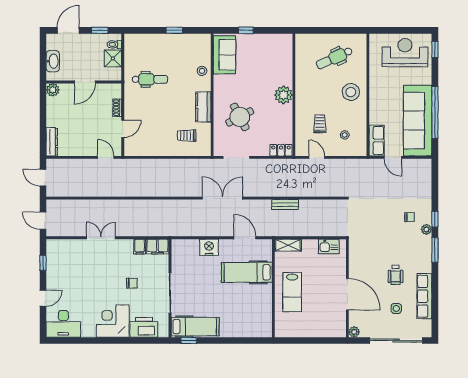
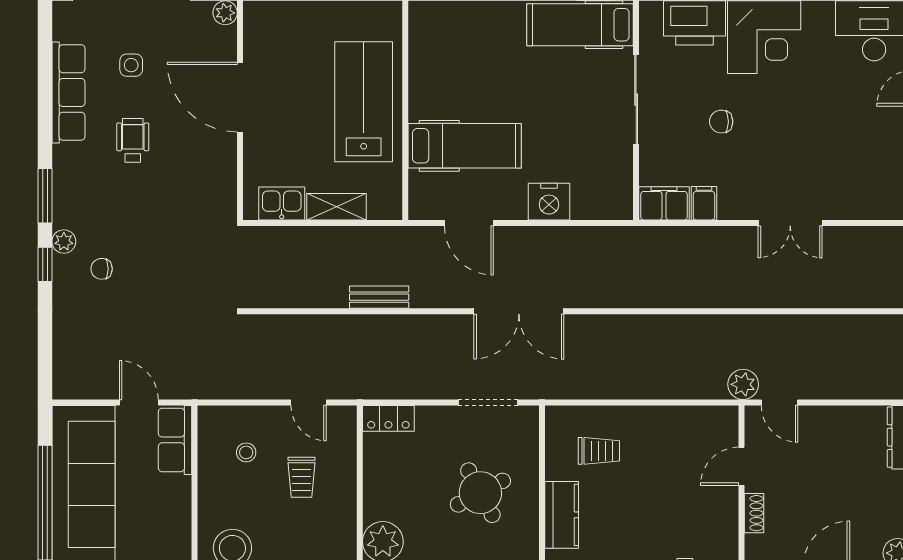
plant: (122, 165) -> (743, 384), added
shelving: (288, 245) -> (337, 207), moved
lab bench: (292, 292) -> (364, 102), width x1.36, depth x1.39

